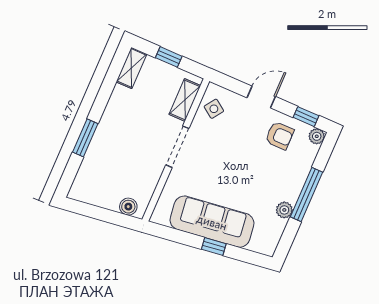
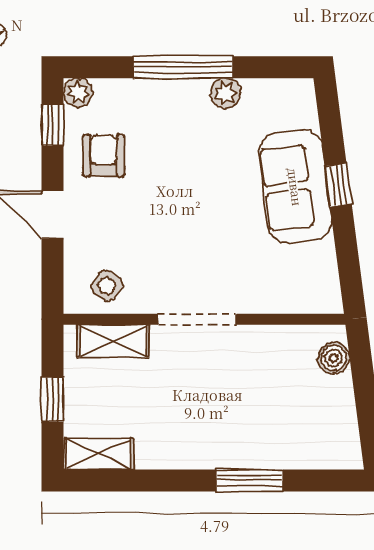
sofa: (212, 222) -> (295, 187), width x0.73

